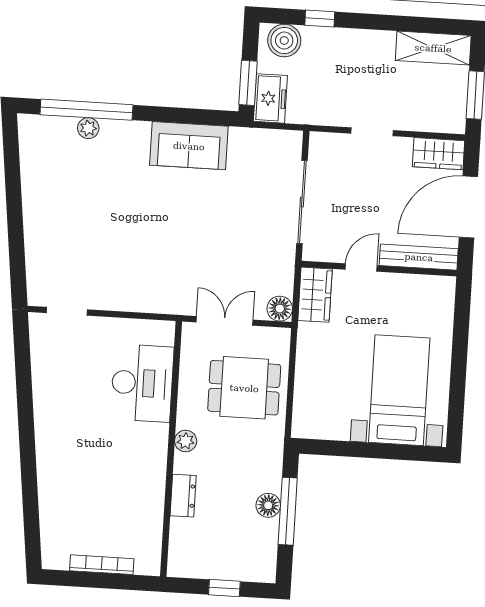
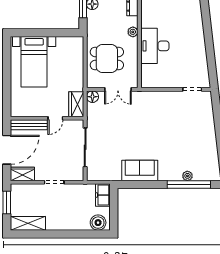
window: (320, 18) -> (82, 234), removed
window: (248, 83) -> (114, 202), removed
desk: (142, 383) -> (155, 46), moved

